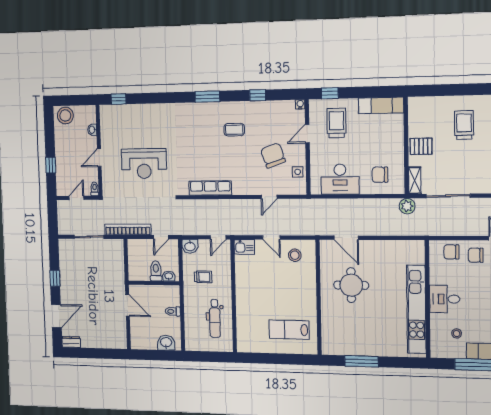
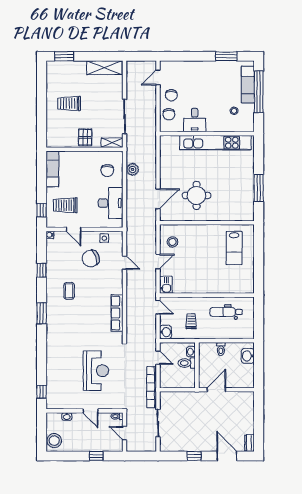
plant: (407, 206) -> (132, 169), moved
desk: (445, 299) -> (195, 120), moved
dental chair: (215, 318) -> (226, 312), turned 180

